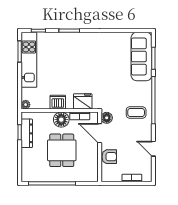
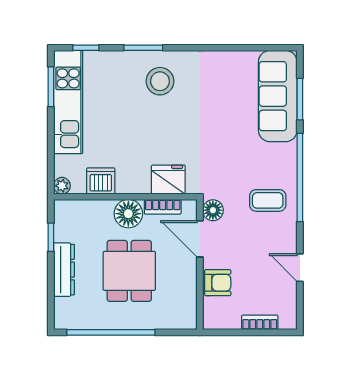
stool: (78, 49) -> (160, 81), added
dishwasher: (58, 102) -> (101, 181), moved
dresser: (27, 133) -> (64, 270), moved

